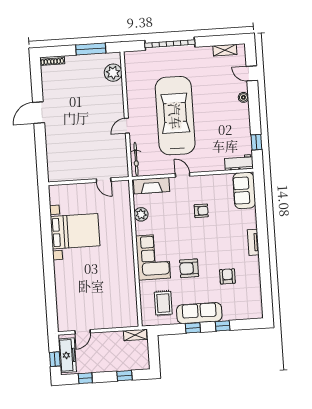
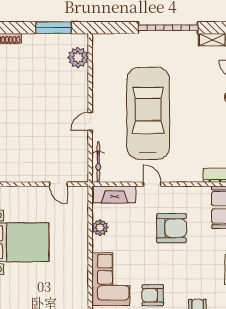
garage door: (170, 44) -> (168, 28), moved
armchair: (201, 211) -> (172, 228), width x1.88, depth x1.88

